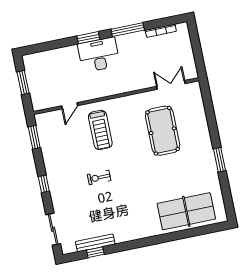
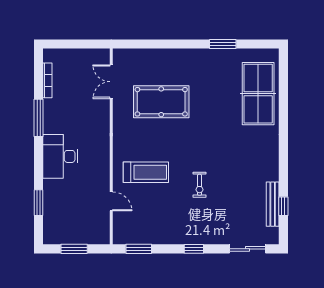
window: (88, 38) -> (39, 203), moved
window: (220, 160) -> (223, 44), moved

